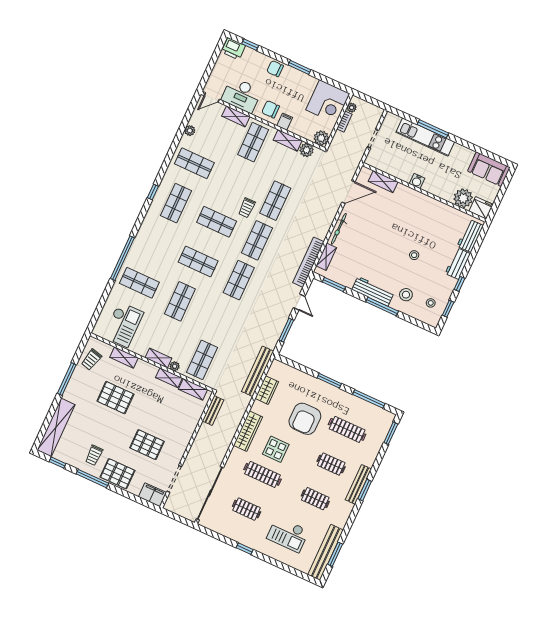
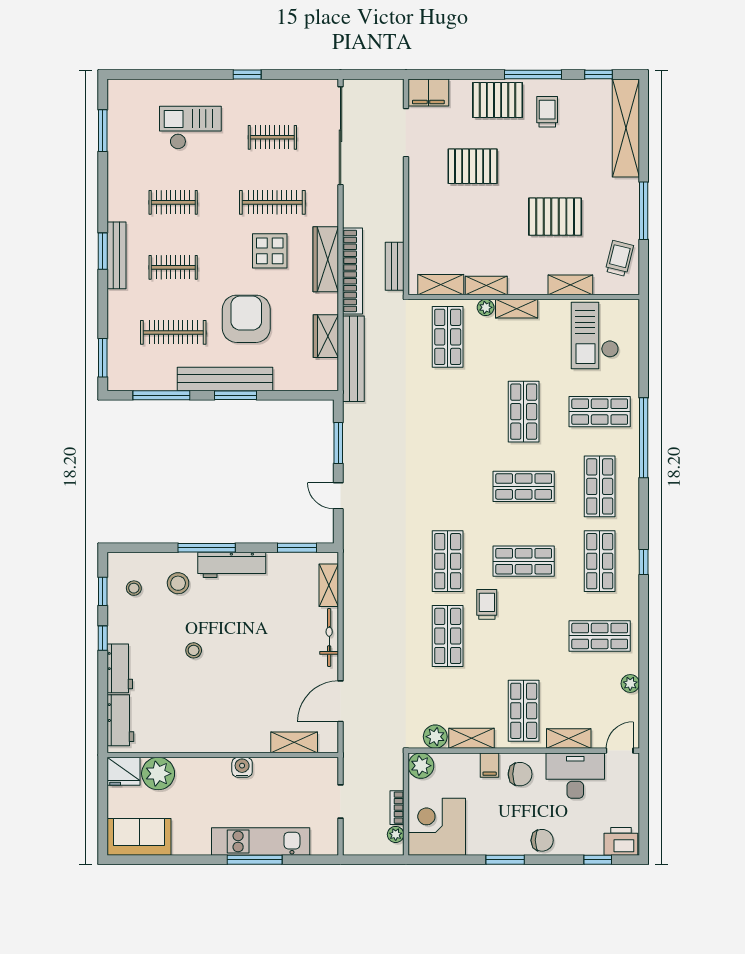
bookcase: (308, 262) -> (352, 271), moved
shop shelf: (239, 280) -> (600, 486), moved
bench: (326, 552) -> (225, 379), moved, turned 90

